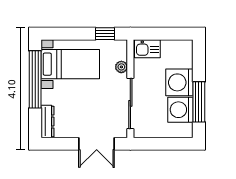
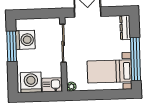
window: (105, 34) -> (84, 95), removed
plant: (121, 67) -> (71, 87), moved
washing machine: (179, 82) -> (31, 82), moved, turned -90

